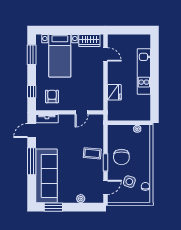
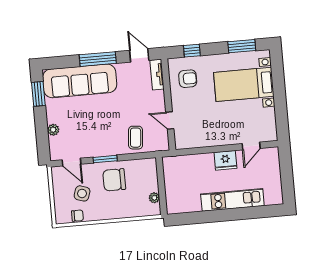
wardrobe: (89, 40) -> (268, 122), removed
fridge: (114, 92) -> (225, 160), moved
coffee table: (92, 153) -> (136, 138), moved

